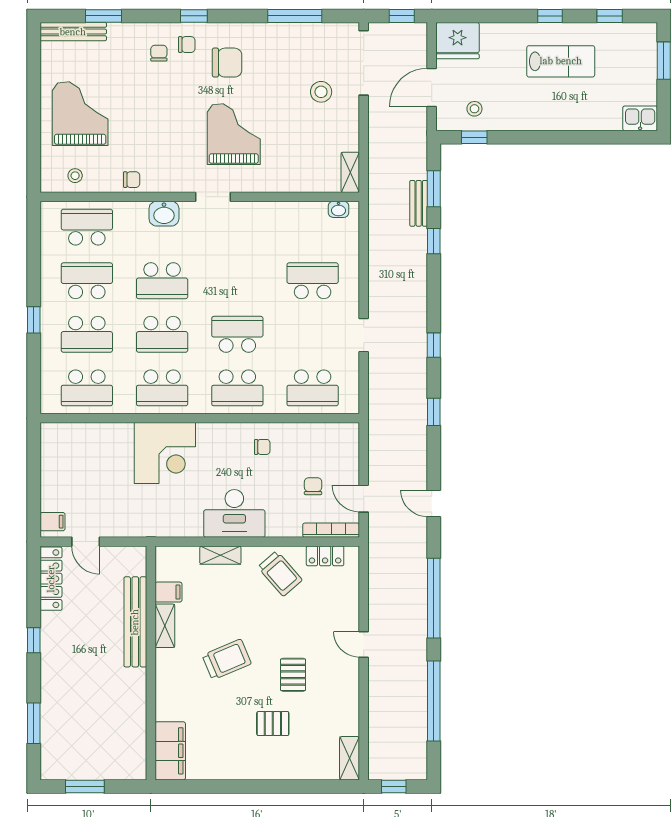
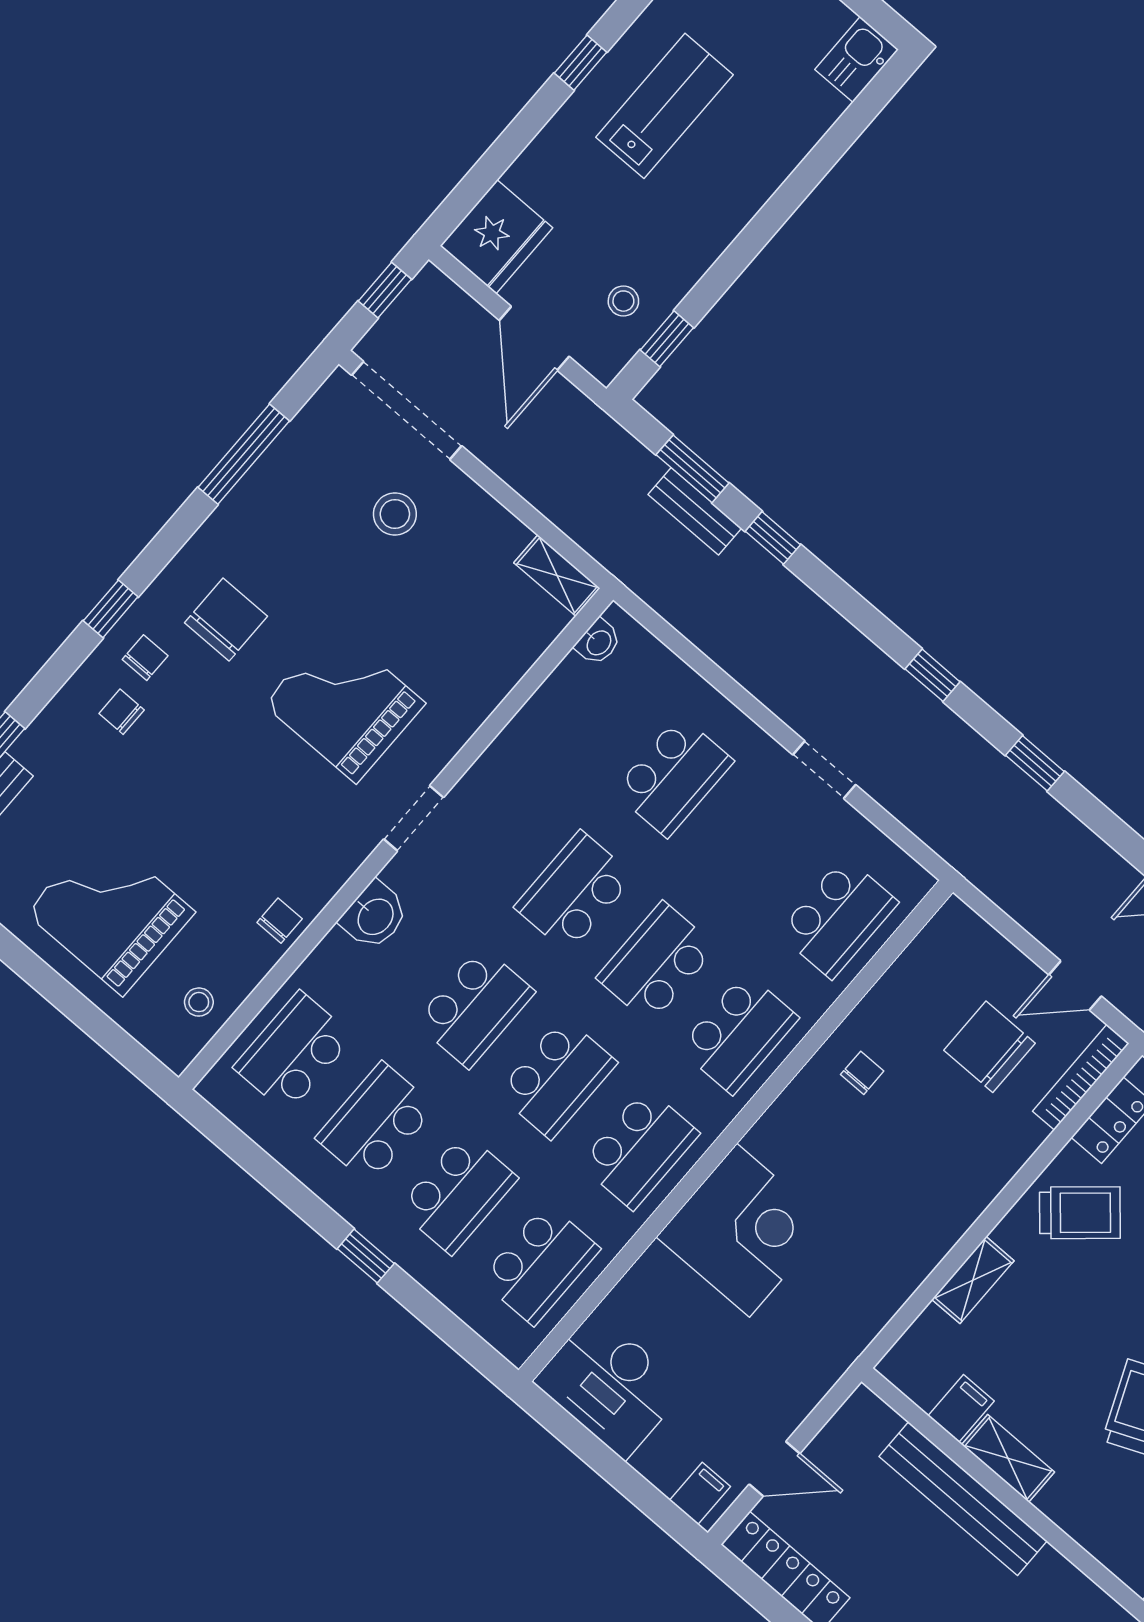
school desk: (237, 281) -> (574, 892), added
school desk: (313, 281) -> (674, 776), turned 180
chair: (313, 486) -> (989, 1047), width x1.87, depth x1.87
desk: (234, 513) -> (610, 1385), moved, turned 90

